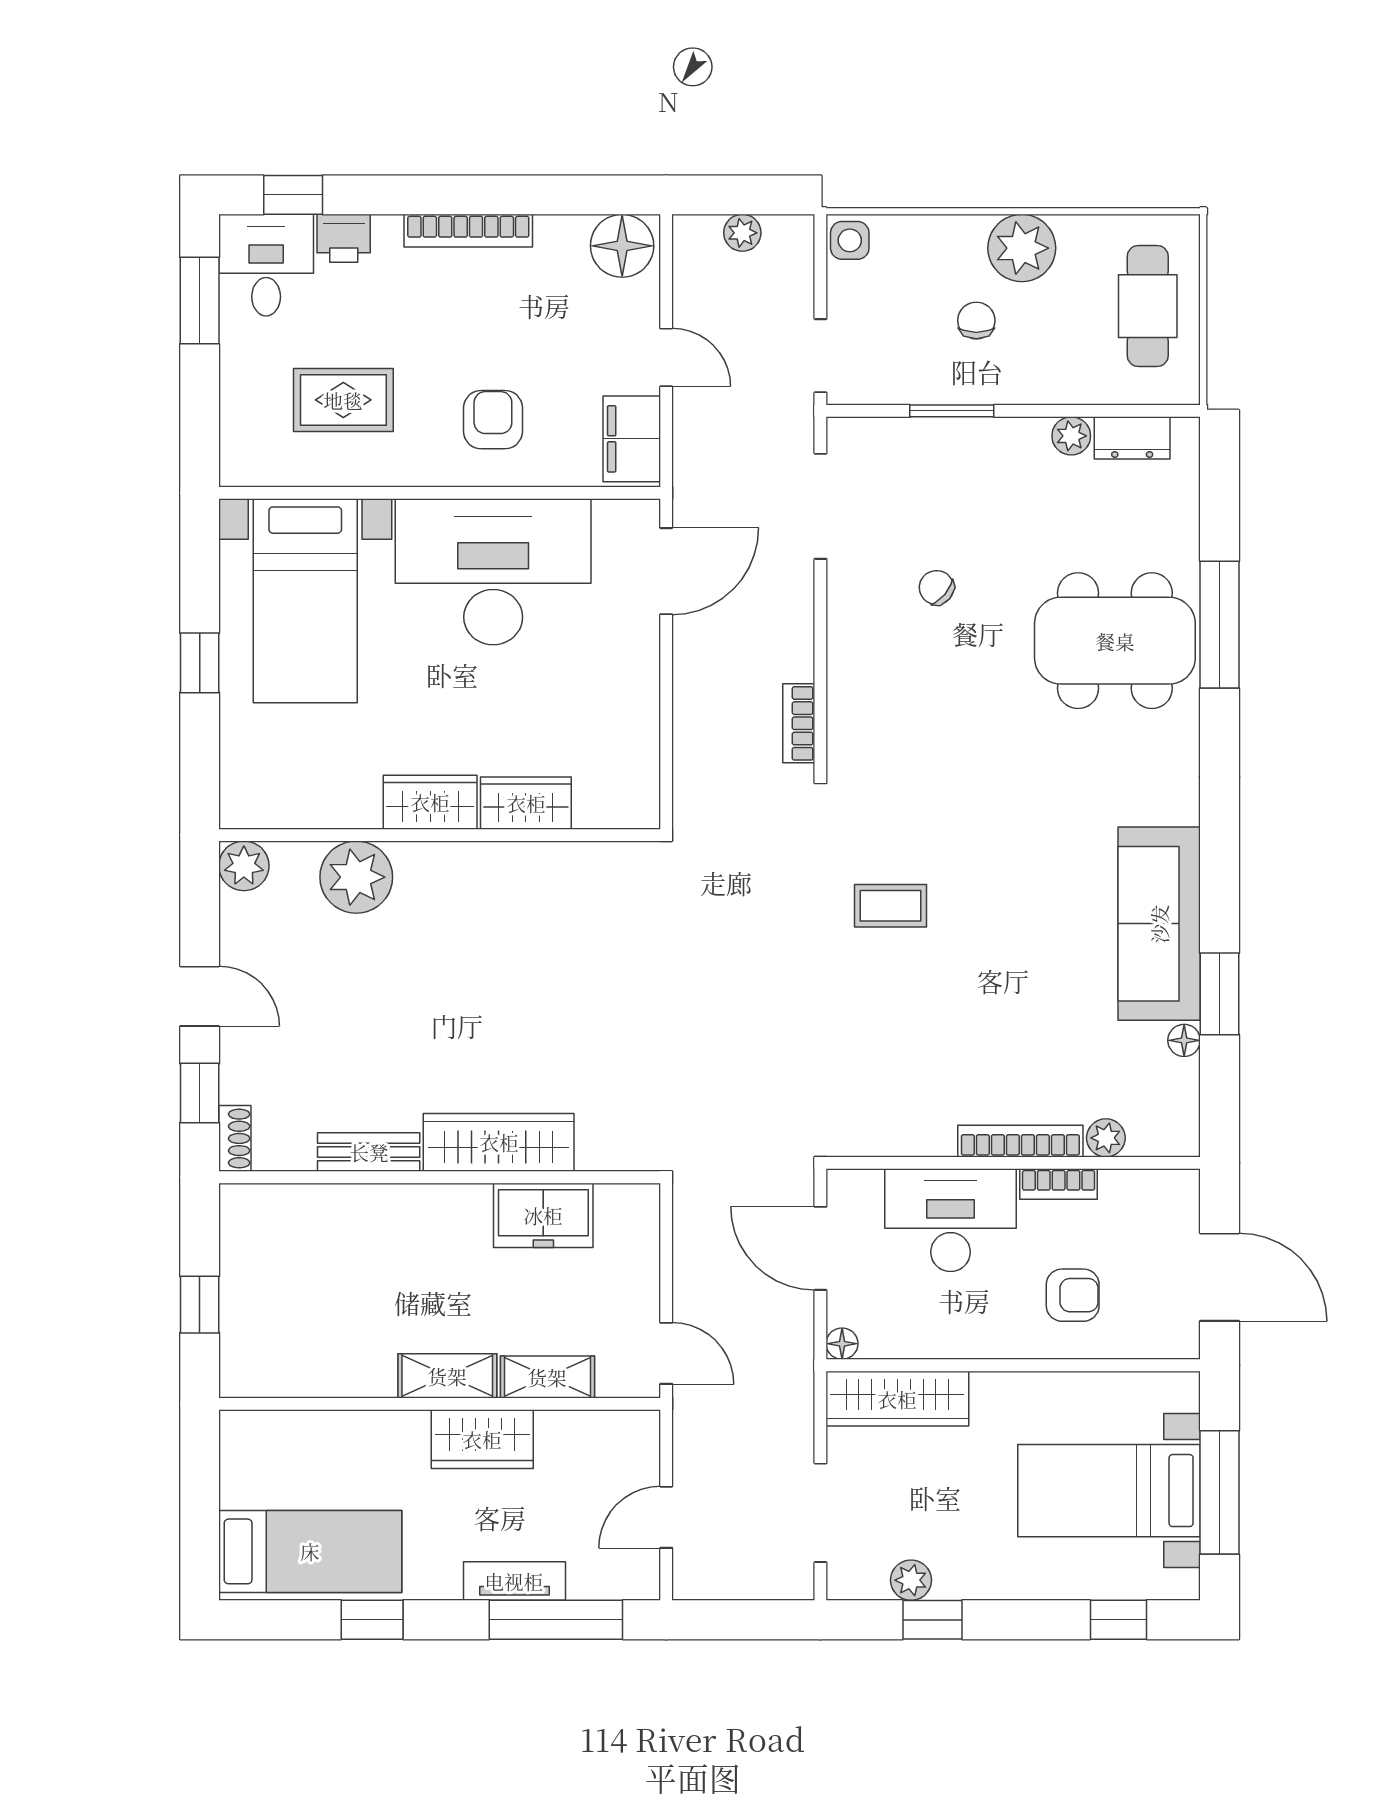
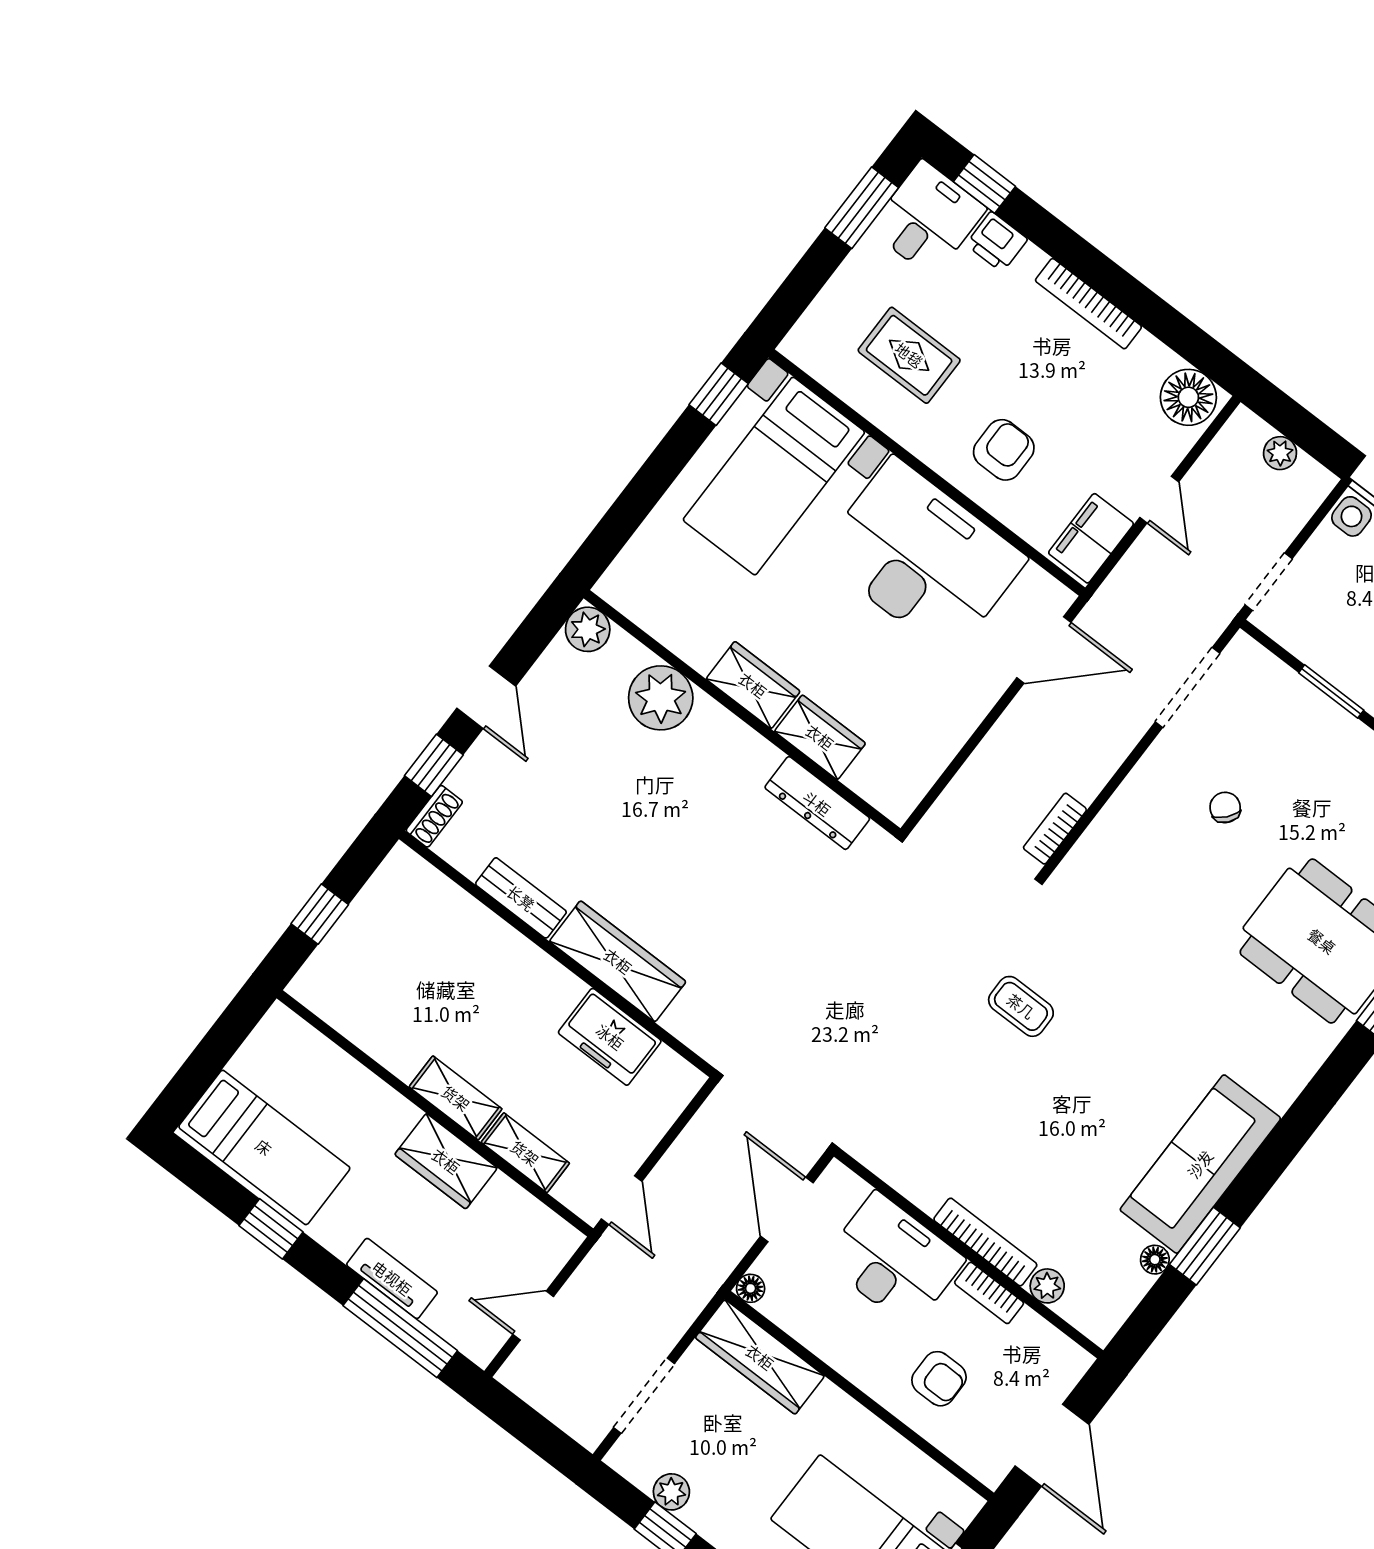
window: (200, 663) -> (719, 394), moved
dresser: (569, 864) -> (817, 803), added

